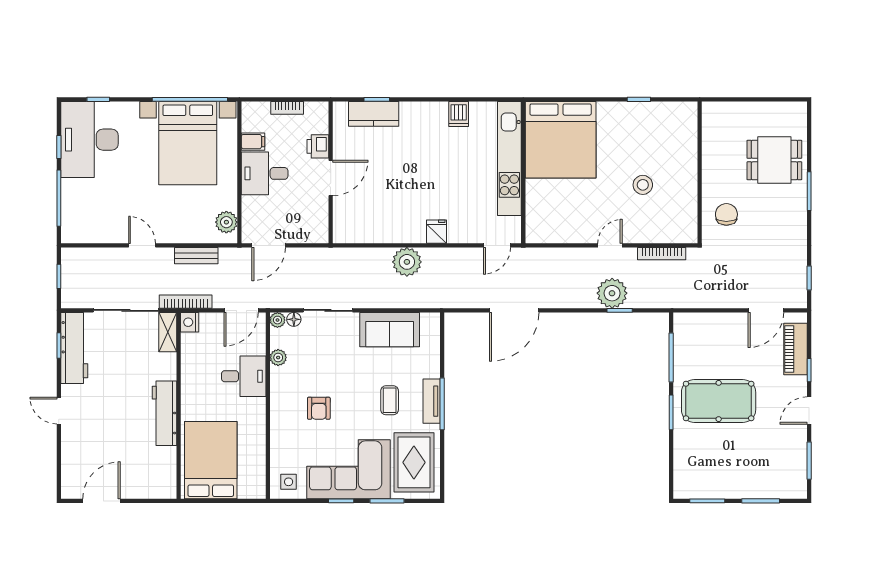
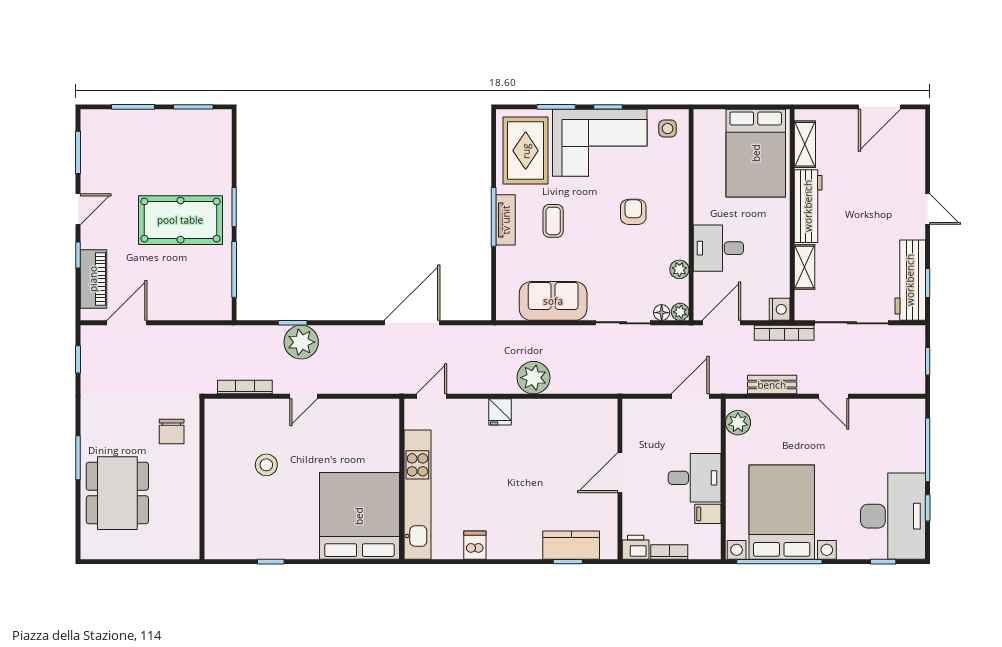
printer: (318, 146) -> (636, 547), moved, turned -90
dining table: (774, 160) -> (117, 493), width x1.37
shelving: (168, 332) -> (804, 267), moved
shelving: (167, 468) -> (805, 144), added

